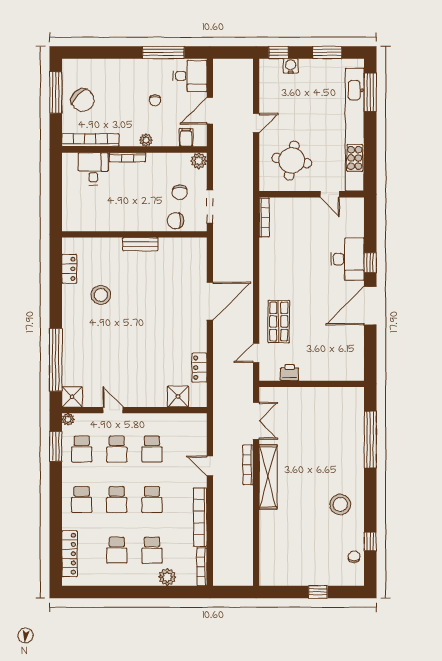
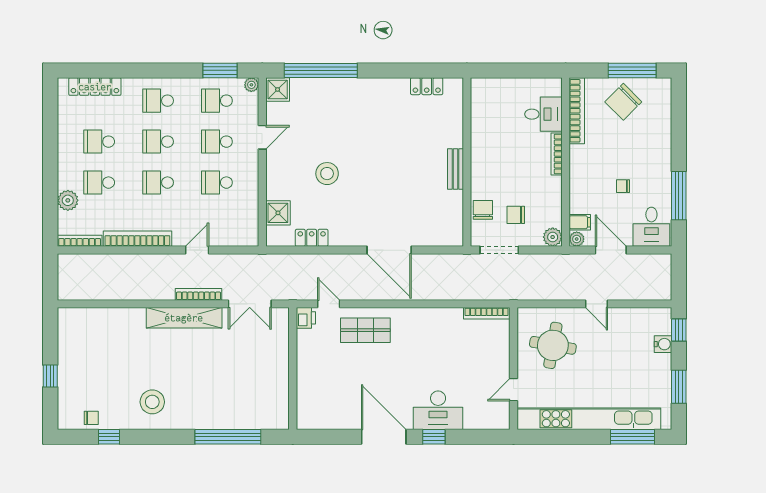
plant: (146, 140) -> (577, 239), moved
stool: (101, 295) -> (327, 174), moved
printer: (290, 373) -> (306, 318), moved

